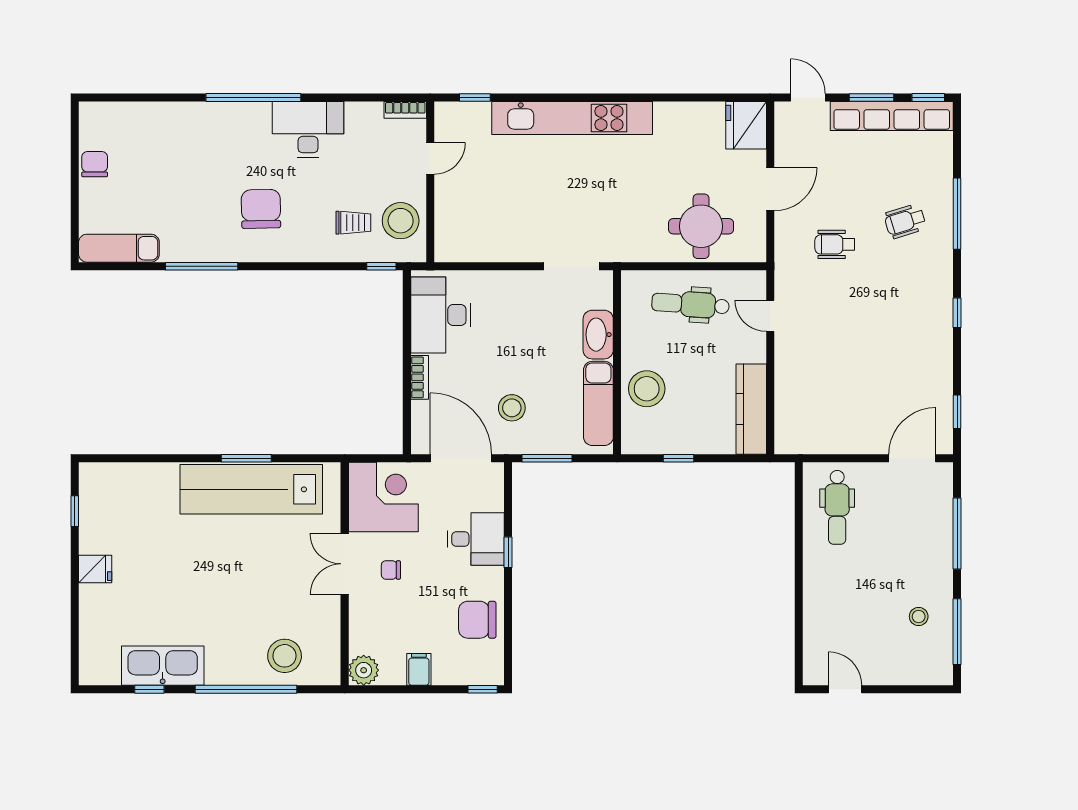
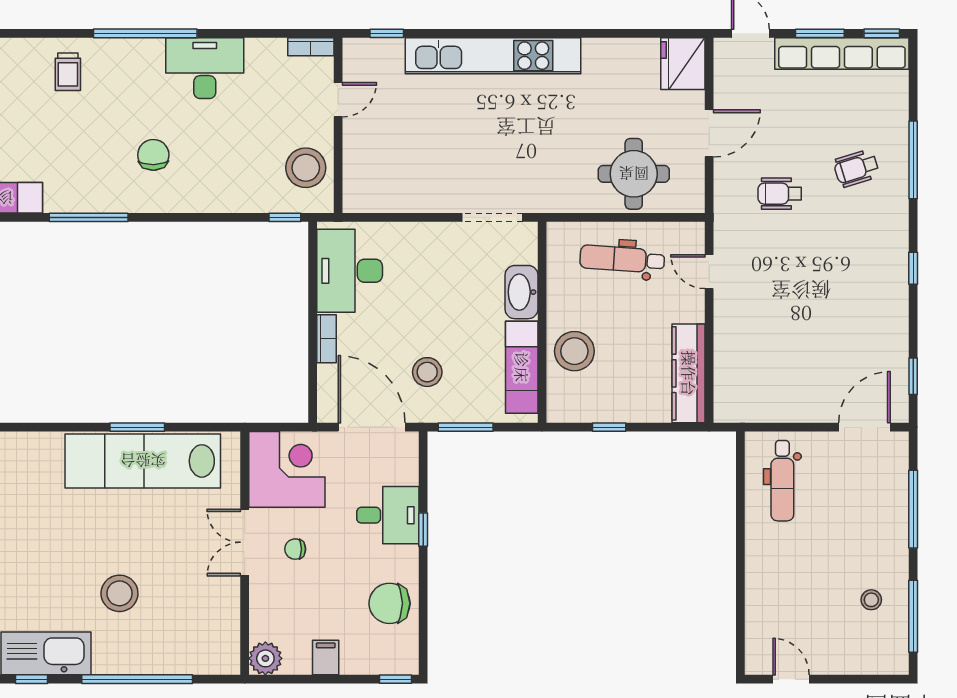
chair: (261, 209) -> (153, 155), width x0.73, depth x0.73
trolley: (353, 223) -> (68, 72), moved, turned 90
stool: (285, 656) -> (119, 593), moved

